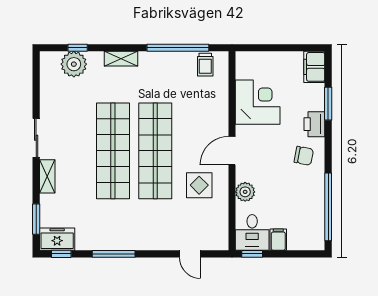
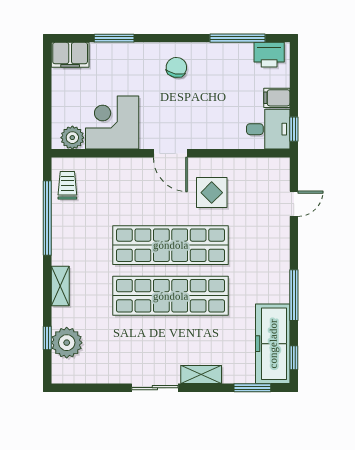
trolley: (205, 65) -> (67, 185), turned -90
printer: (314, 124) -> (269, 55), moved
plant: (245, 192) -> (72, 138), moved
window: (328, 207) -> (238, 38), width x0.68
freezer: (57, 239) -> (273, 344), width x1.91, depth x1.26

